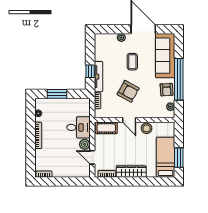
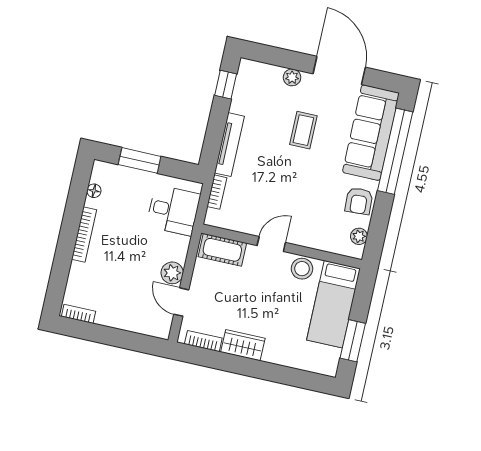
window: (90, 71) -> (226, 85), moved
window: (179, 79) -> (395, 151), moved
armchair: (128, 91) -> (282, 187), removed
door: (129, 120) -> (271, 244), swing flipped
desk: (79, 127) -> (173, 210), moved
bed: (165, 157) -> (333, 304), moved, turned 180
wardrobe: (131, 172) -> (243, 345), width x0.67

